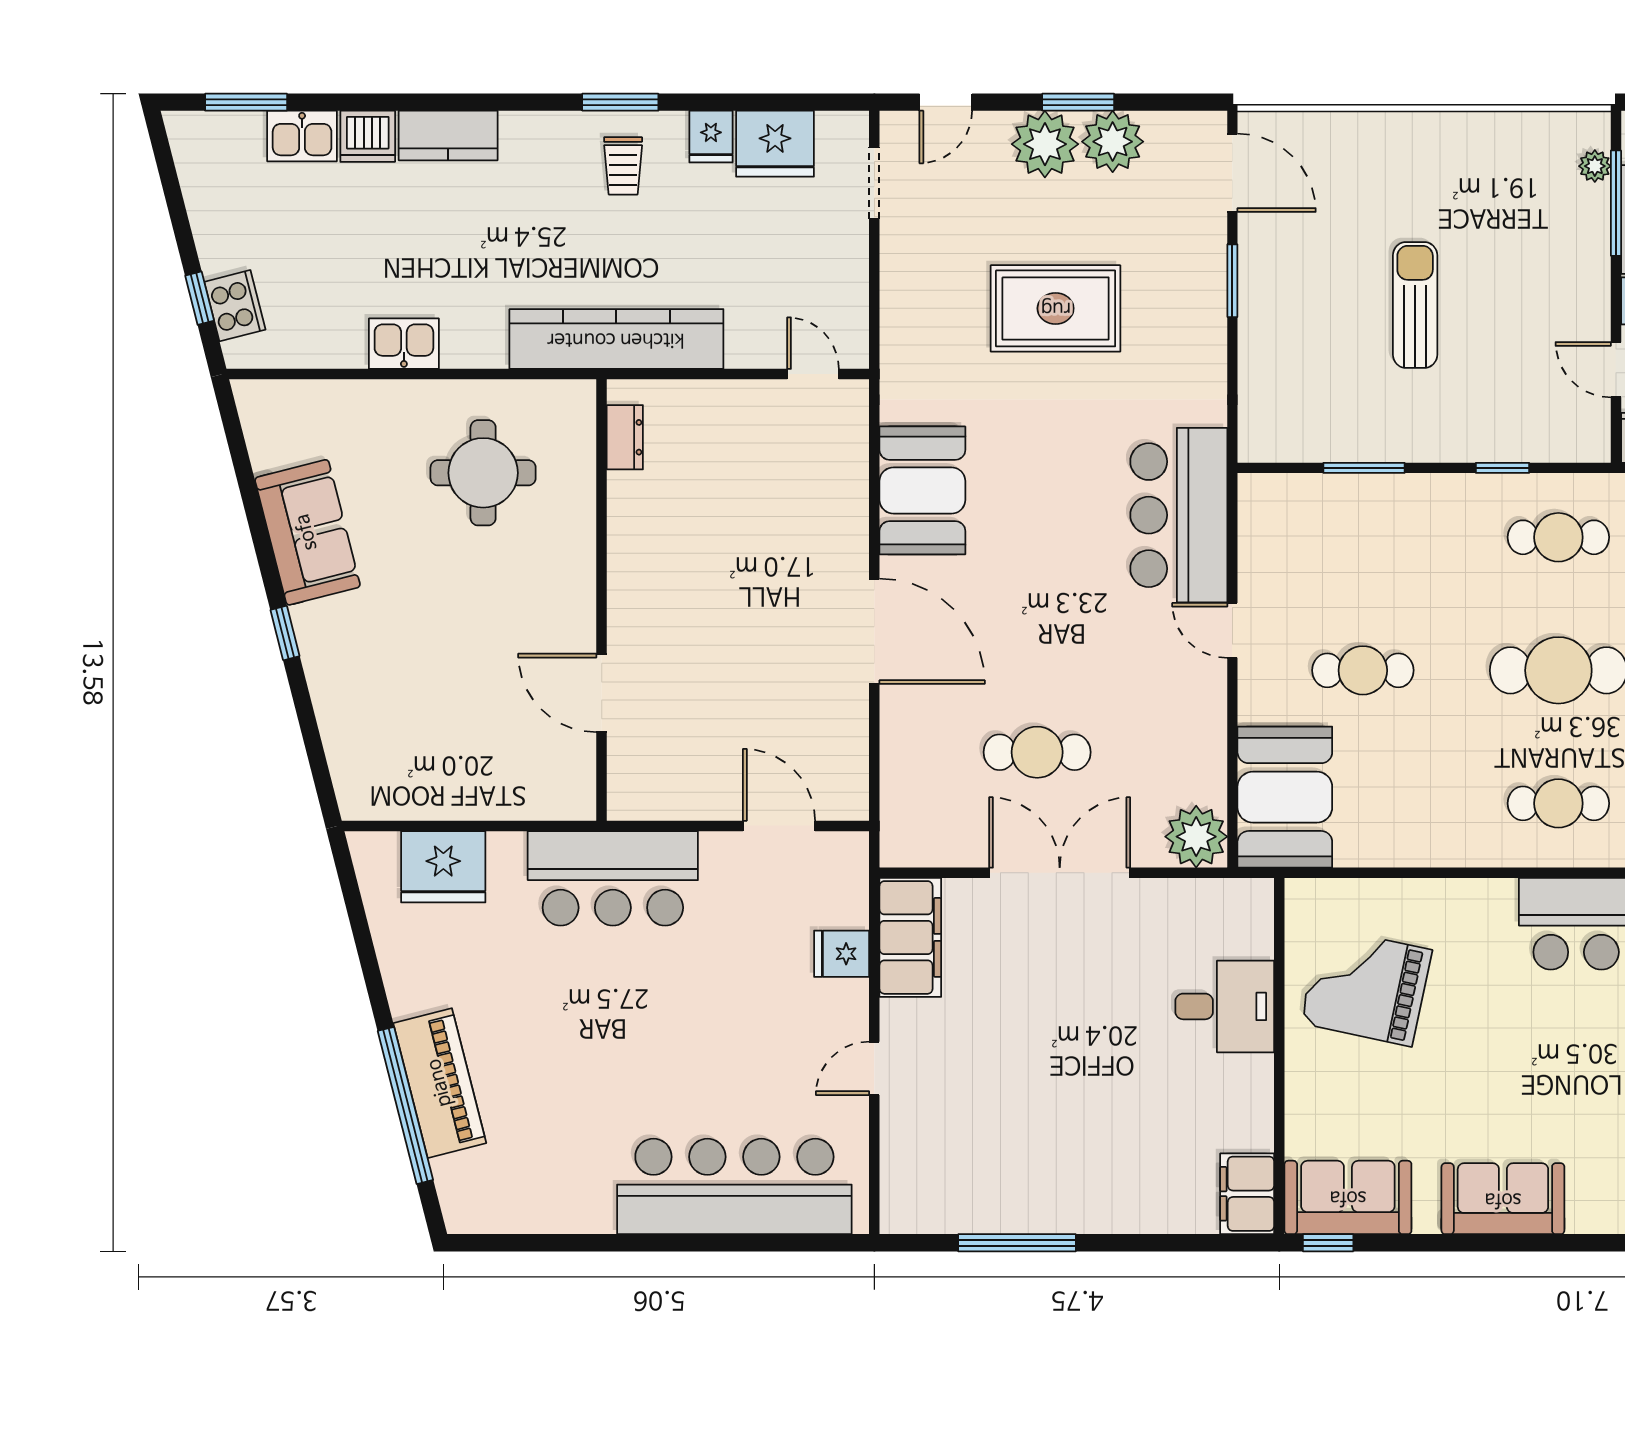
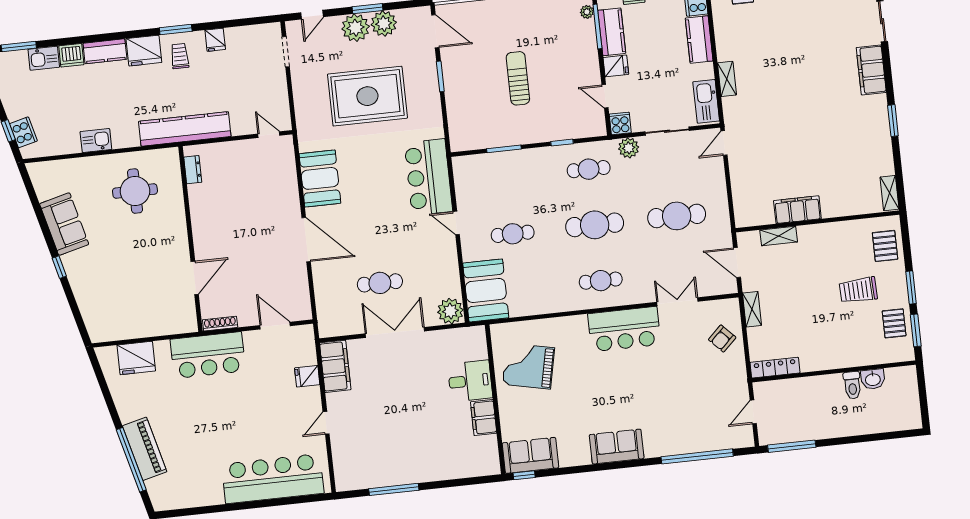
fridge: (775, 144) -> (144, 51), moved
trolley: (623, 166) -> (180, 56), turned 180
rug: (1056, 308) -> (367, 96), width x1.37, depth x1.44
door: (602, 693) -> (195, 278), swing flipped
shoe rack: (650, 807) -> (220, 324), added
filing cabinet: (1247, 1194) -> (484, 418), moved
sofa: (1503, 1199) -> (617, 447), moved

